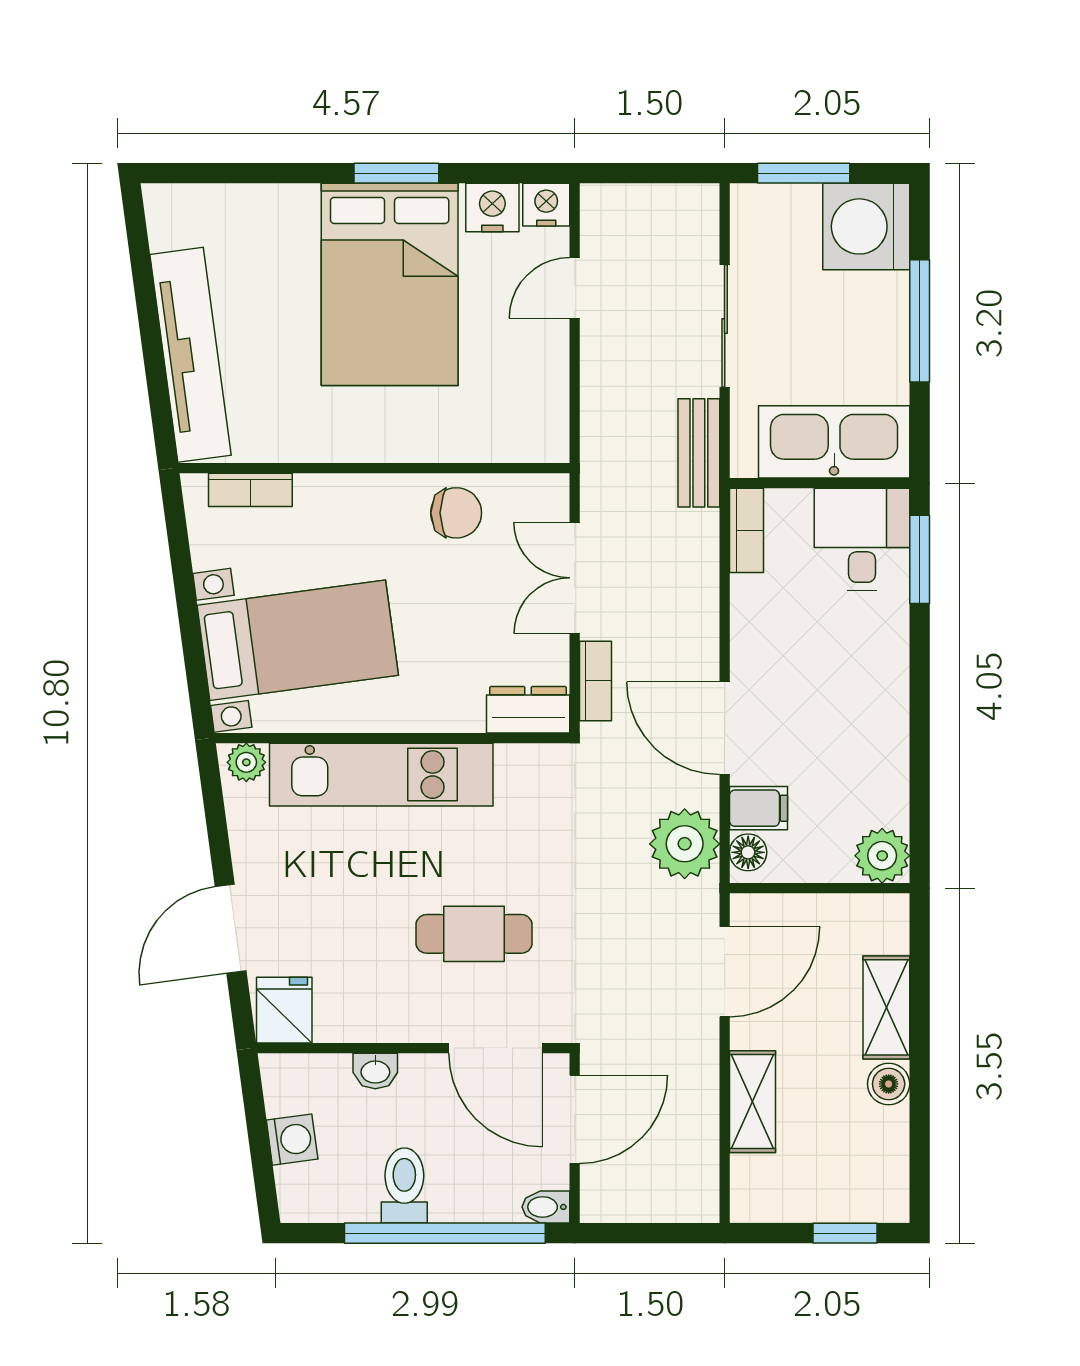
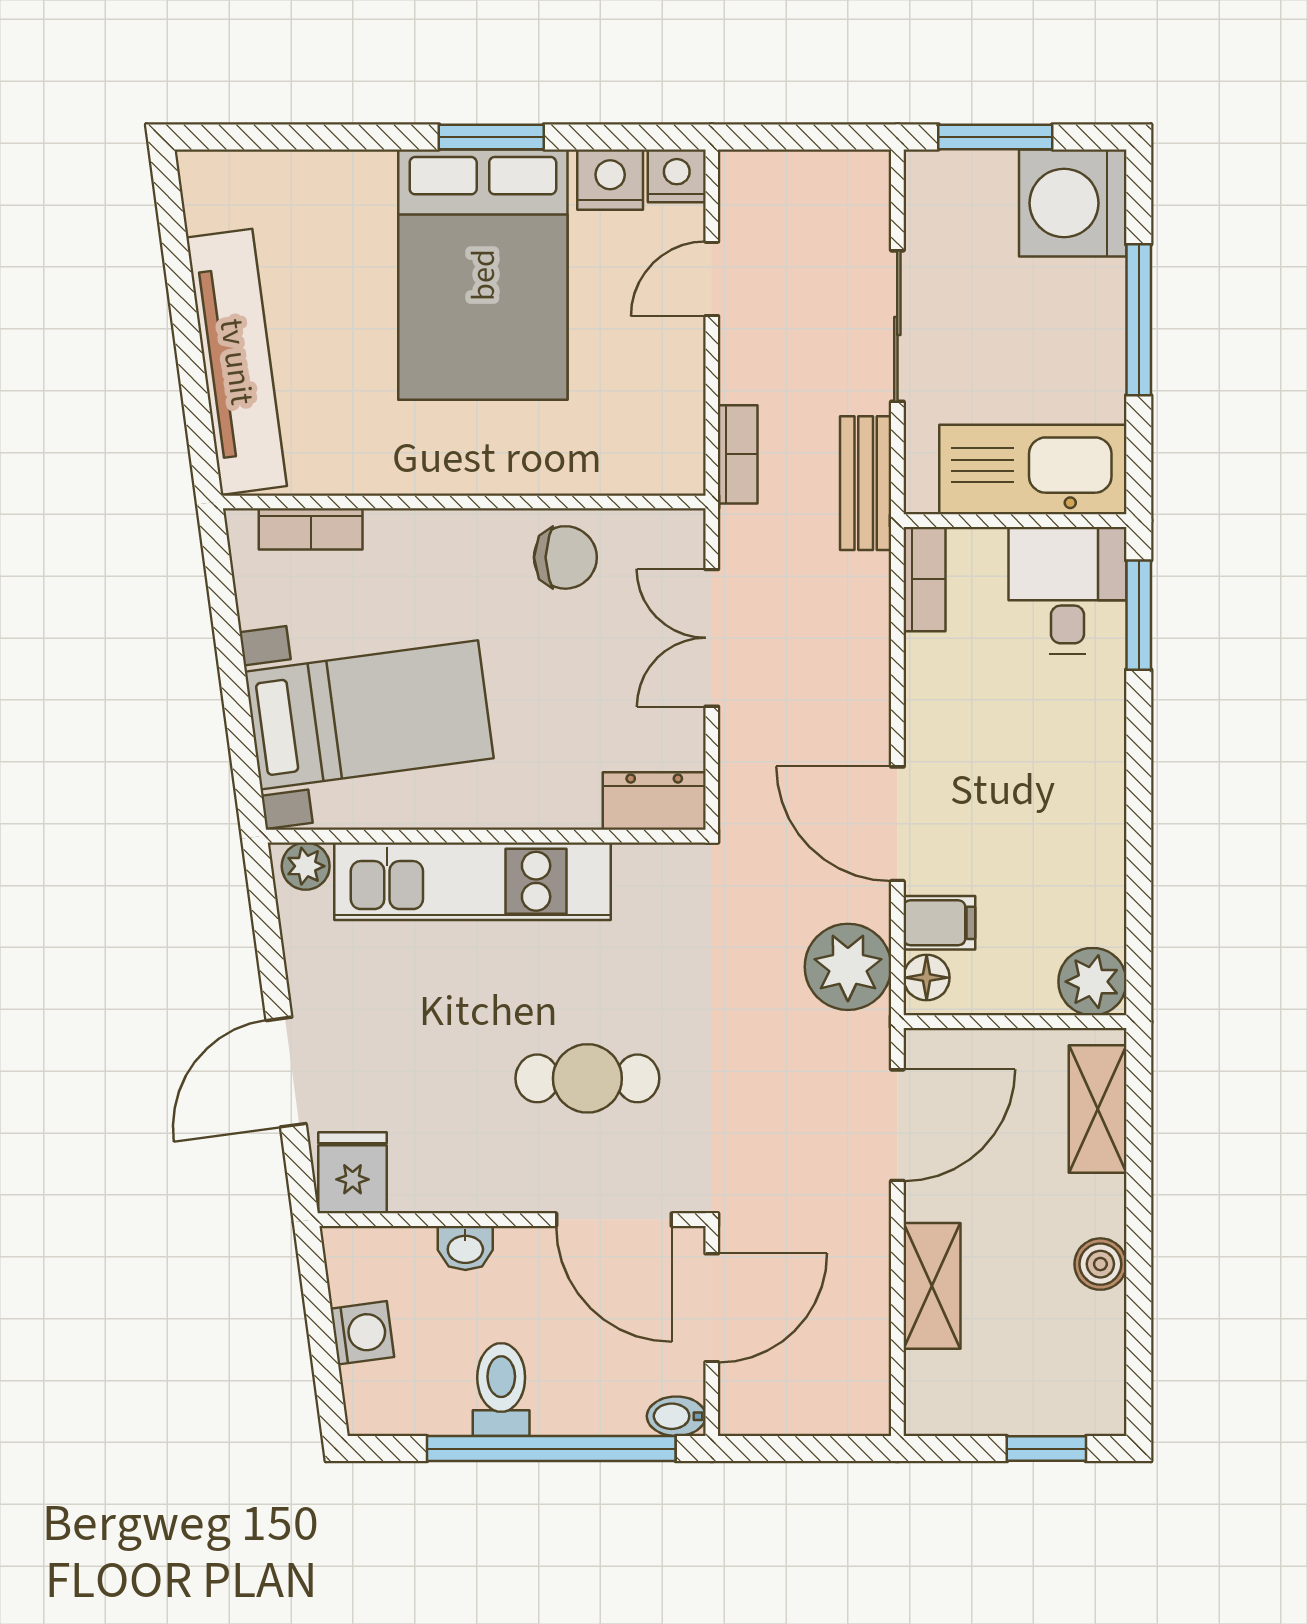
bookcase: (595, 681) -> (738, 454), moved
shelving: (886, 1007) -> (1098, 1109), moved

